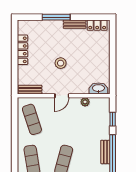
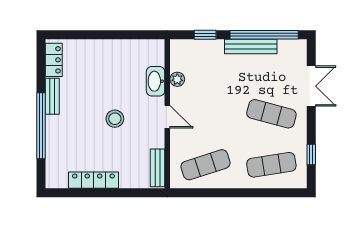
window: (56, 17) -> (41, 126), width x1.46
washbasin: (98, 88) -> (156, 81), moved
bench: (105, 152) -> (251, 46), width x1.36

